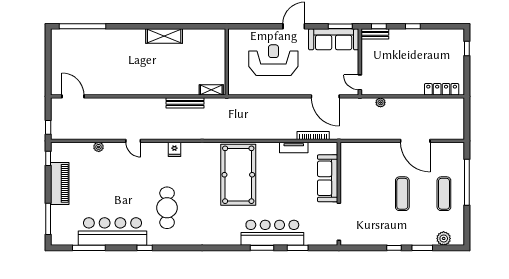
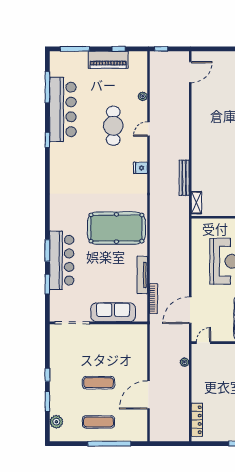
tv unit: (294, 147) -> (142, 275), width x1.41
window: (48, 158) -> (119, 49), moved
cafe table: (167, 208) -> (113, 126), moved, turned 90

